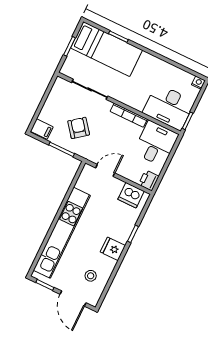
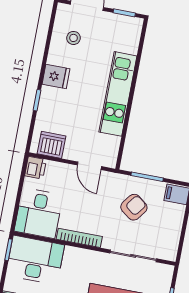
armchair: (79, 128) -> (134, 207), turned -105
door: (105, 170) -> (89, 166), hinge flipped
kitchen unit: (62, 233) -> (118, 94), width x0.73

